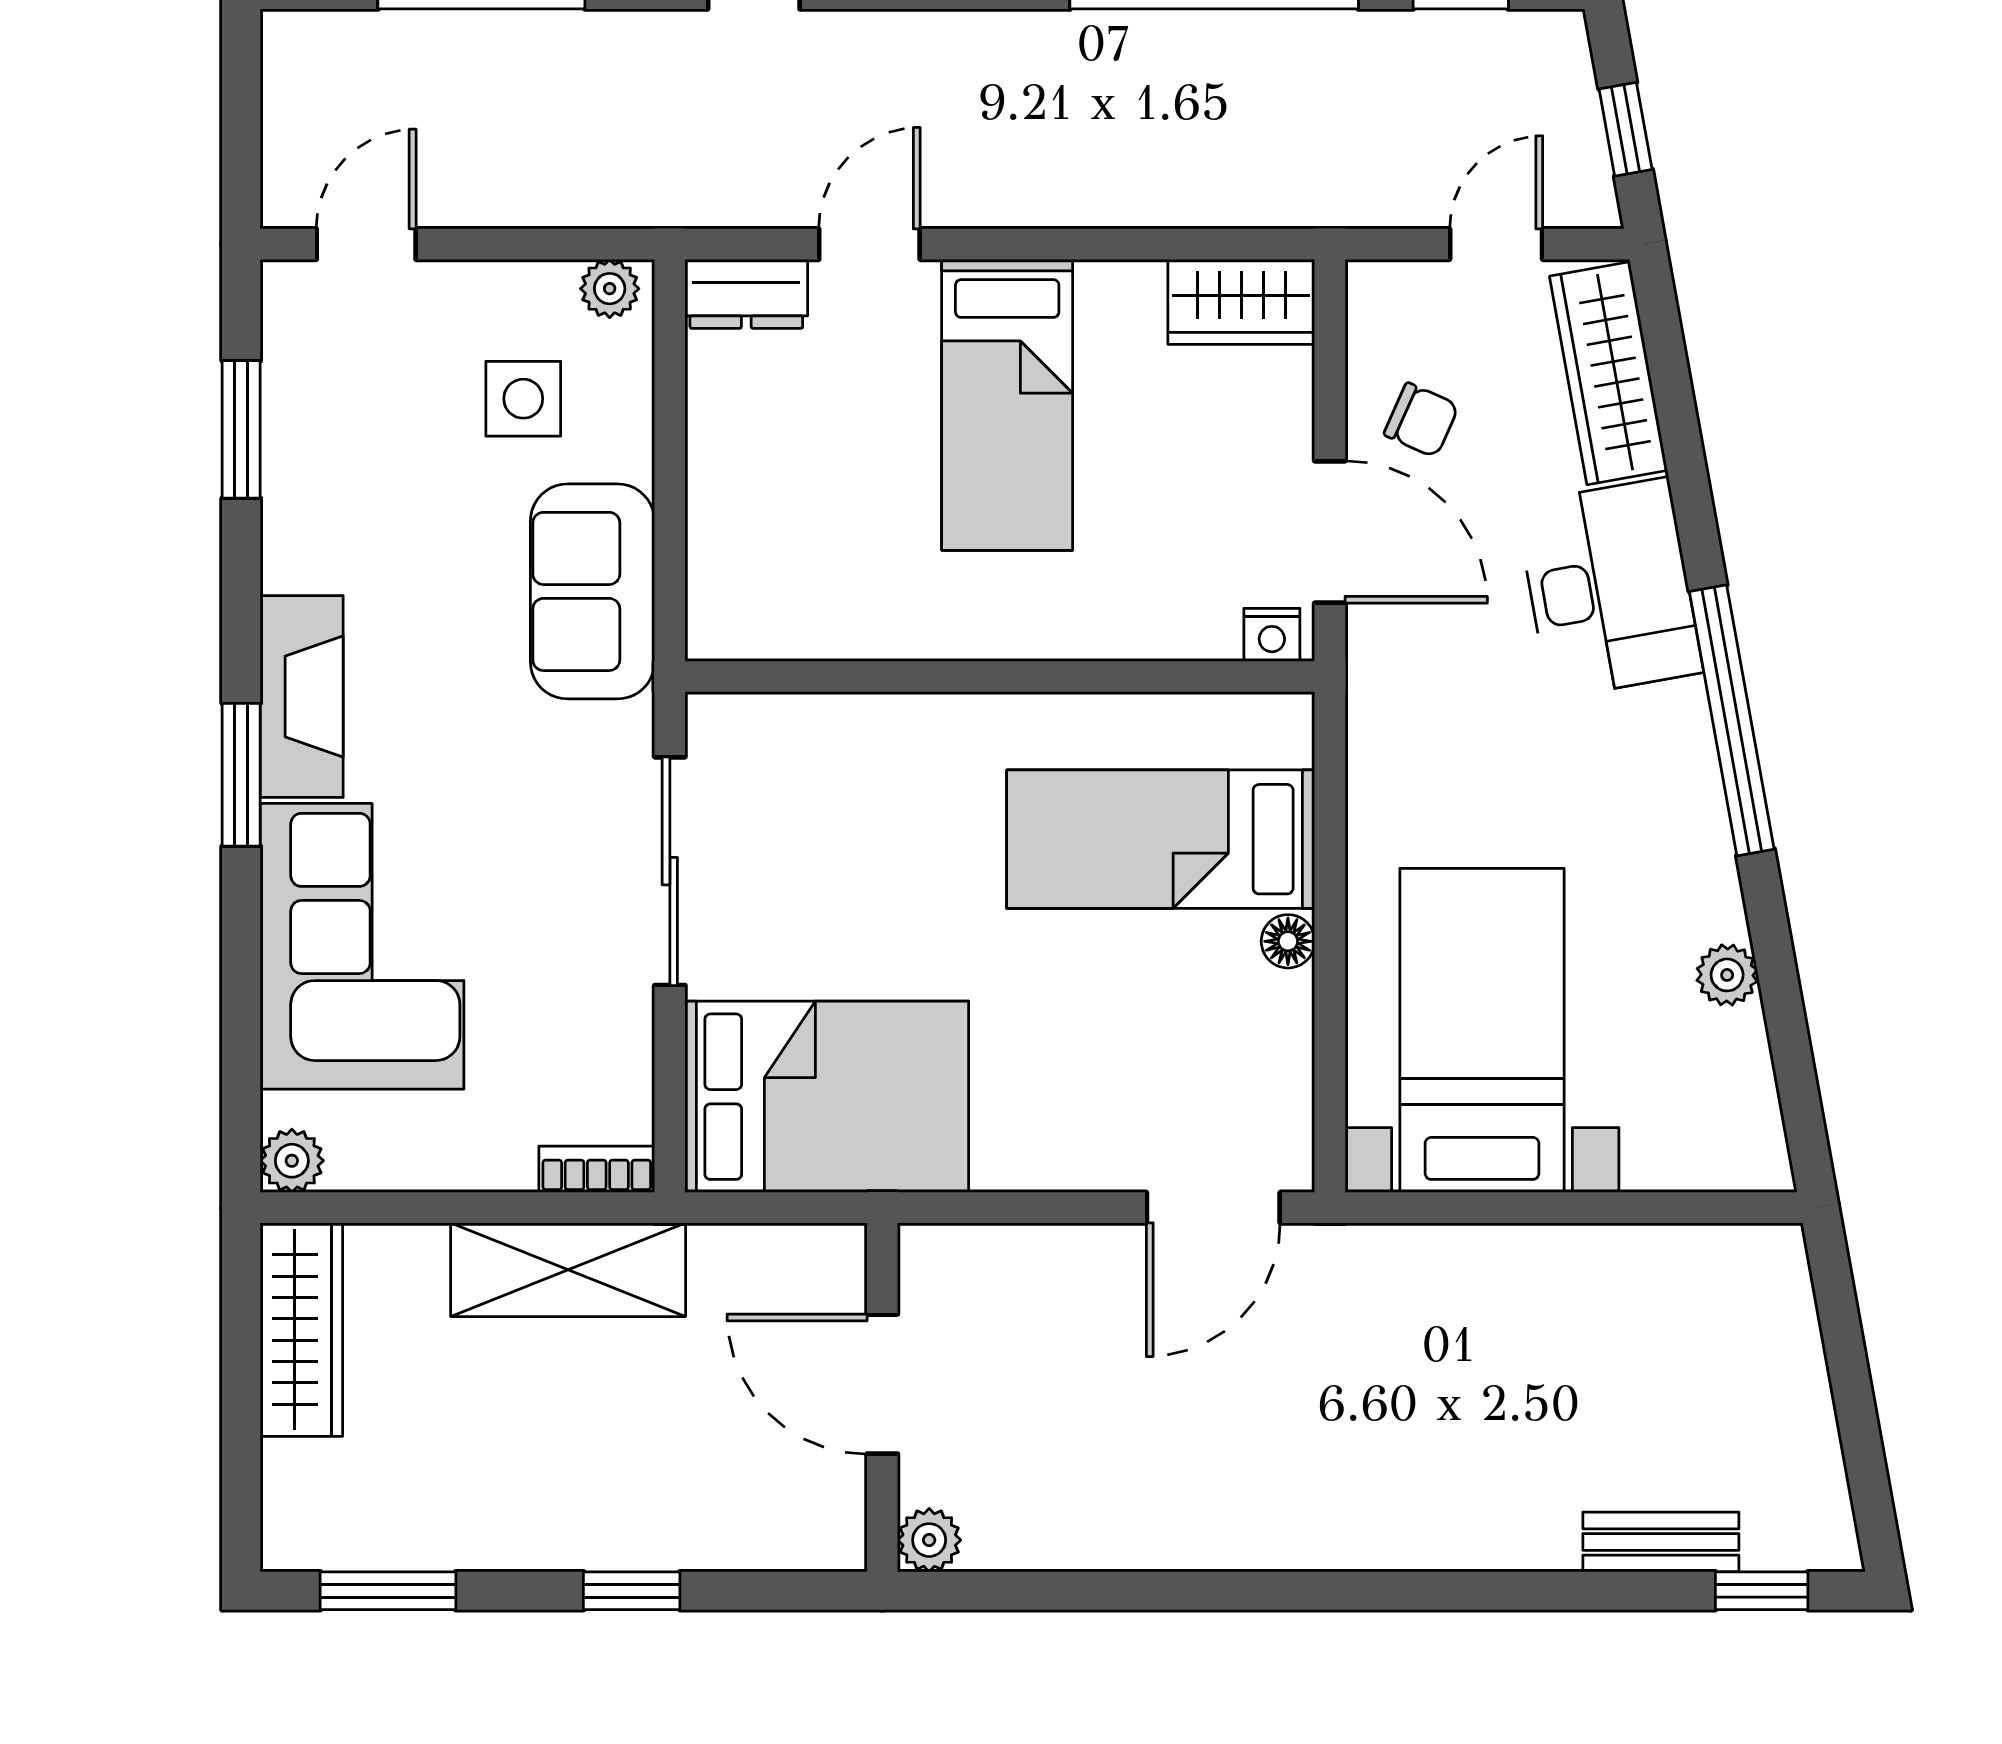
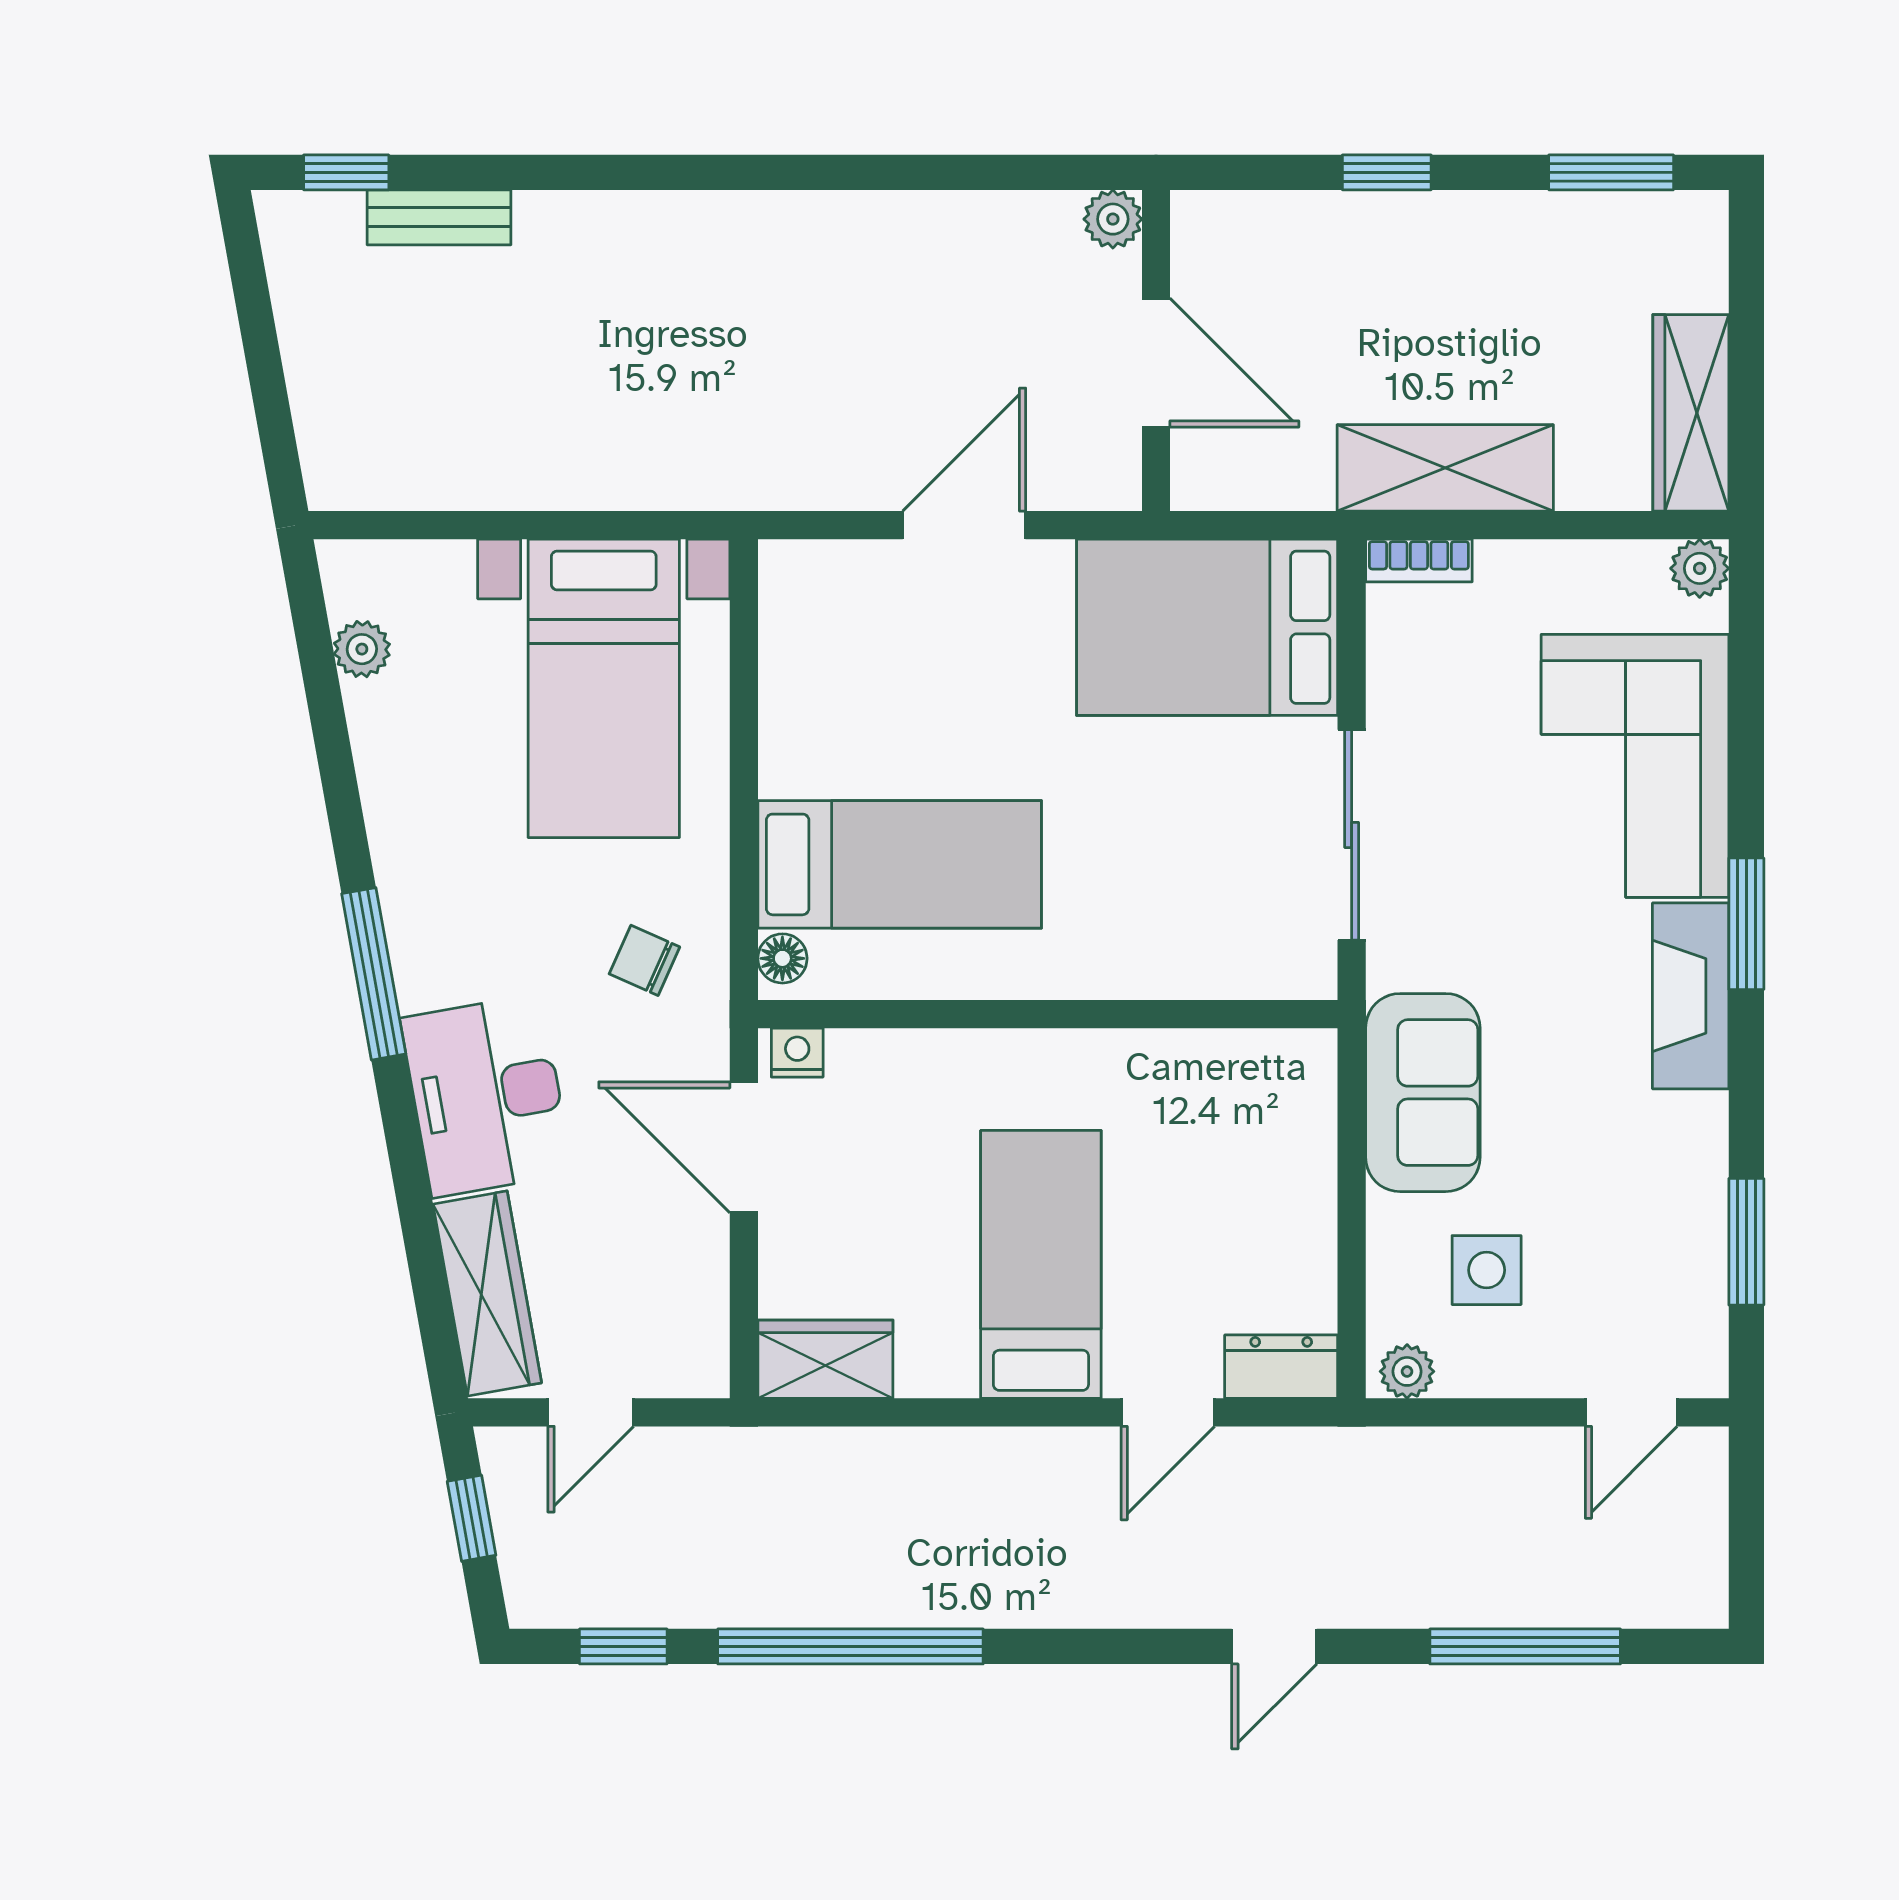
chair: (1421, 420) -> (644, 960), moved
window: (1732, 720) -> (374, 974), width x0.68
floor lamp: (1288, 941) -> (782, 958), moved
plant: (1727, 975) -> (362, 649), moved
door: (1213, 1208) -> (964, 525), moved

